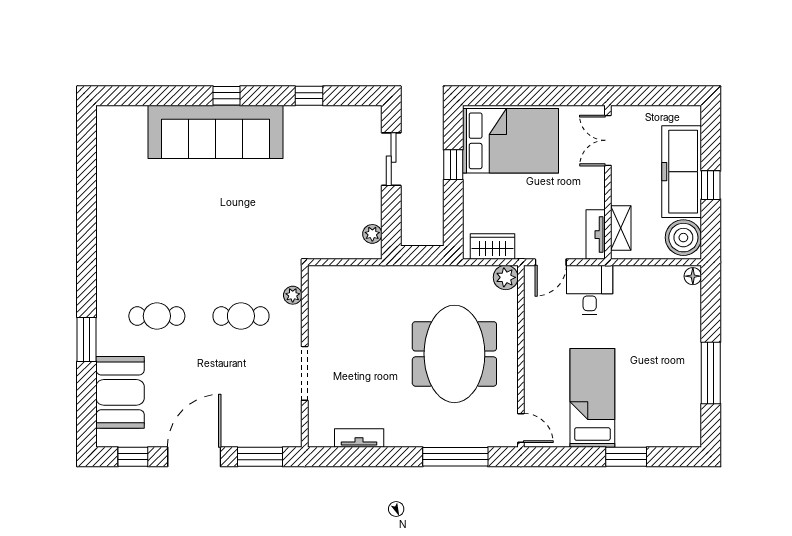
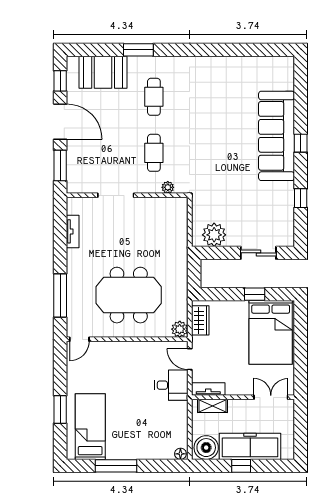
plant: (372, 234) -> (214, 235), width x1.87, depth x1.87
bed: (592, 398) -> (90, 427), moved, turned -90

